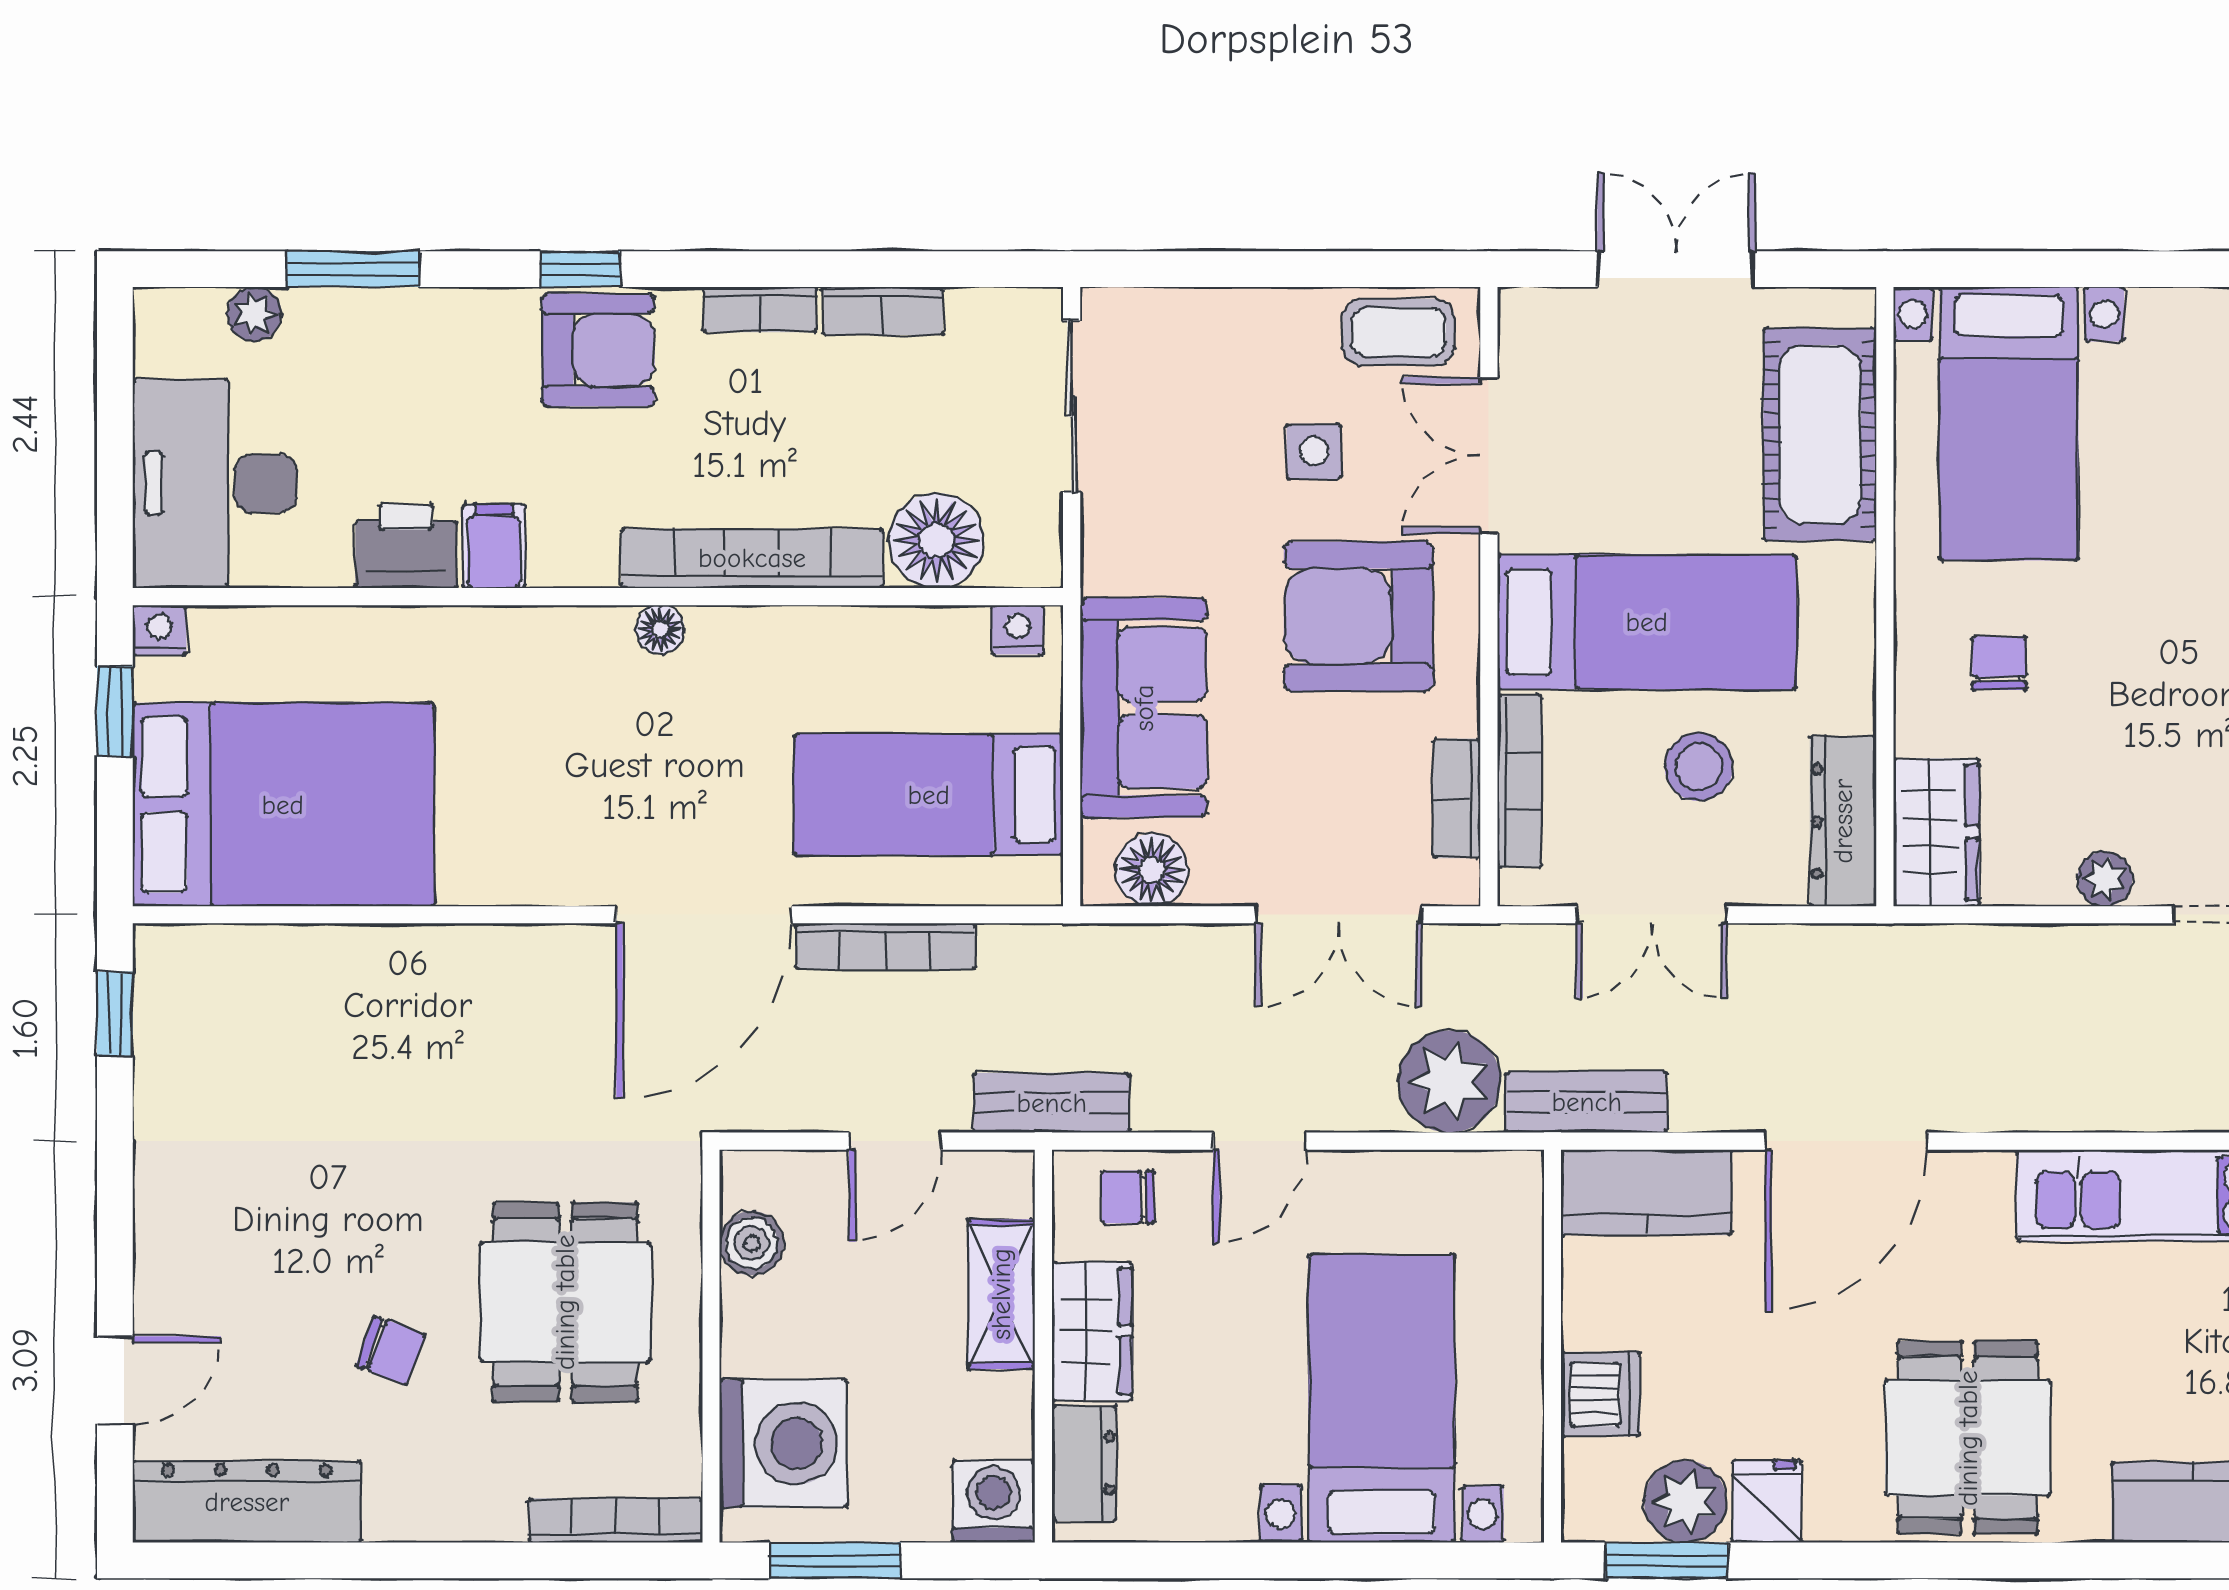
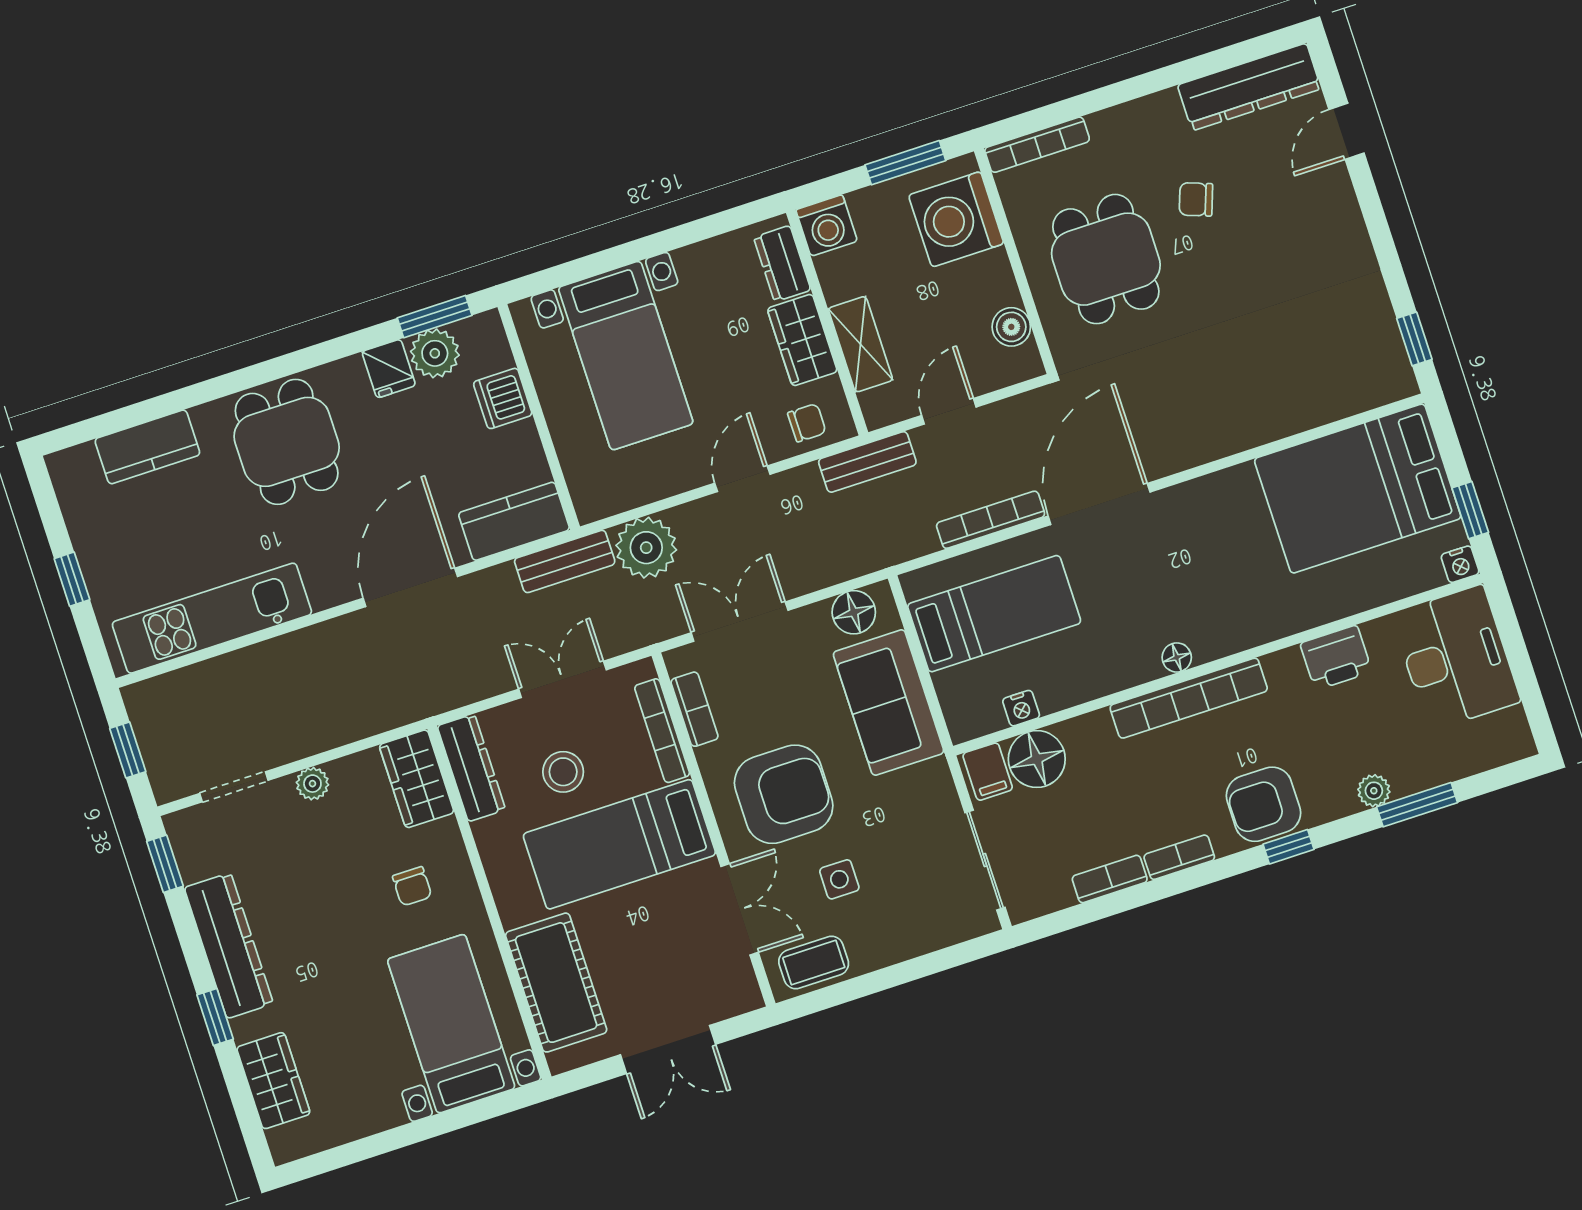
plant: (254, 314) -> (1374, 791), moved
filing cabinet: (494, 546) -> (988, 772), moved
bookcase: (752, 558) -> (1189, 698), moved
nightstand: (1018, 630) -> (1021, 708), moved

